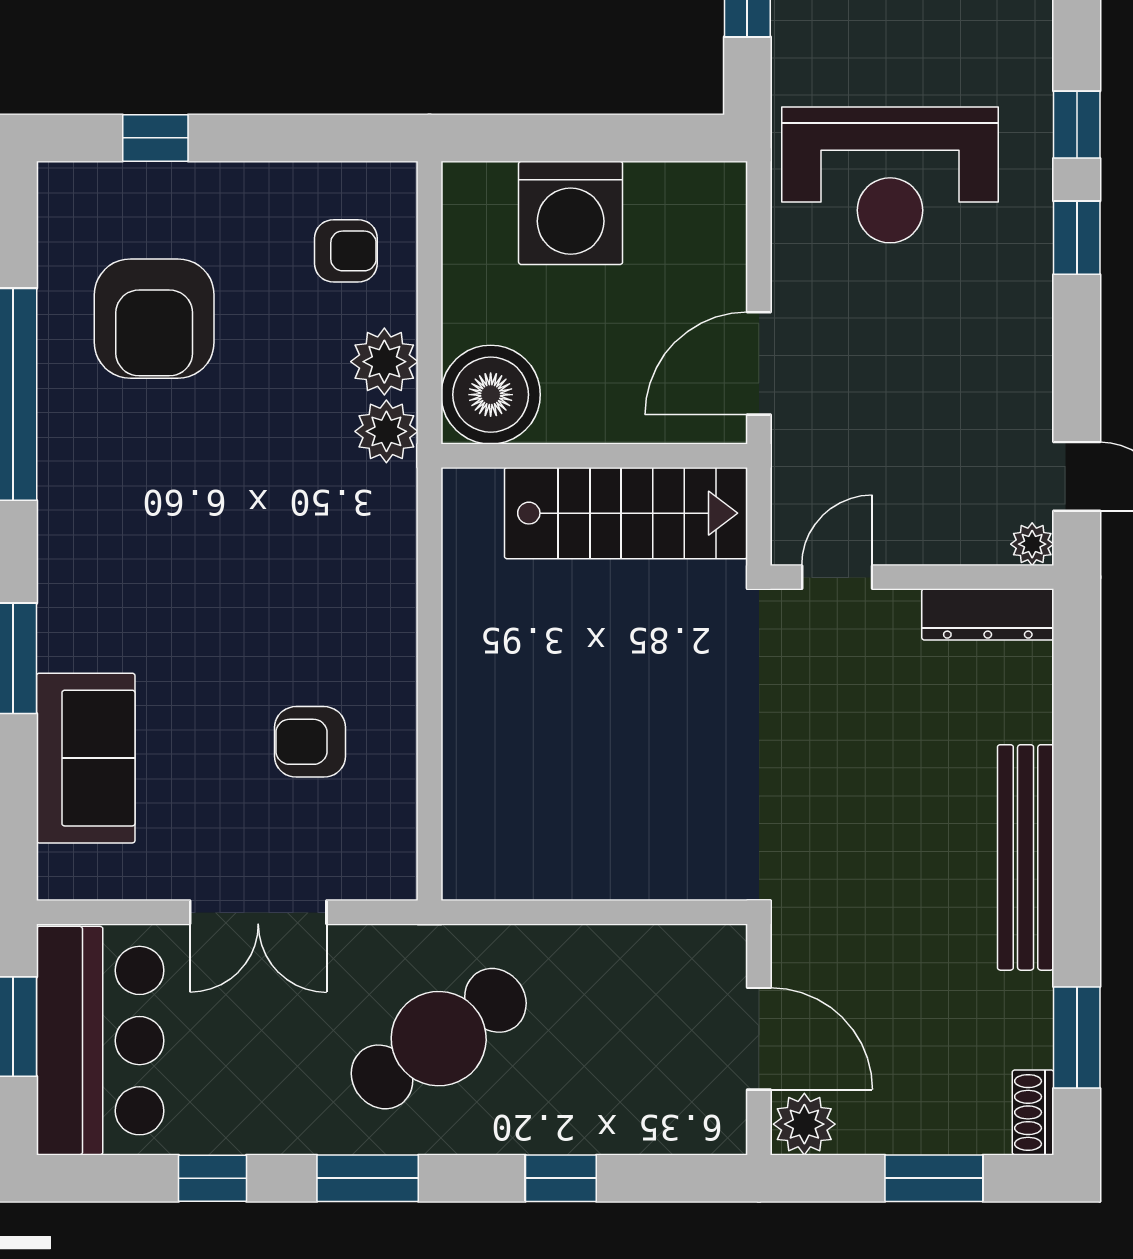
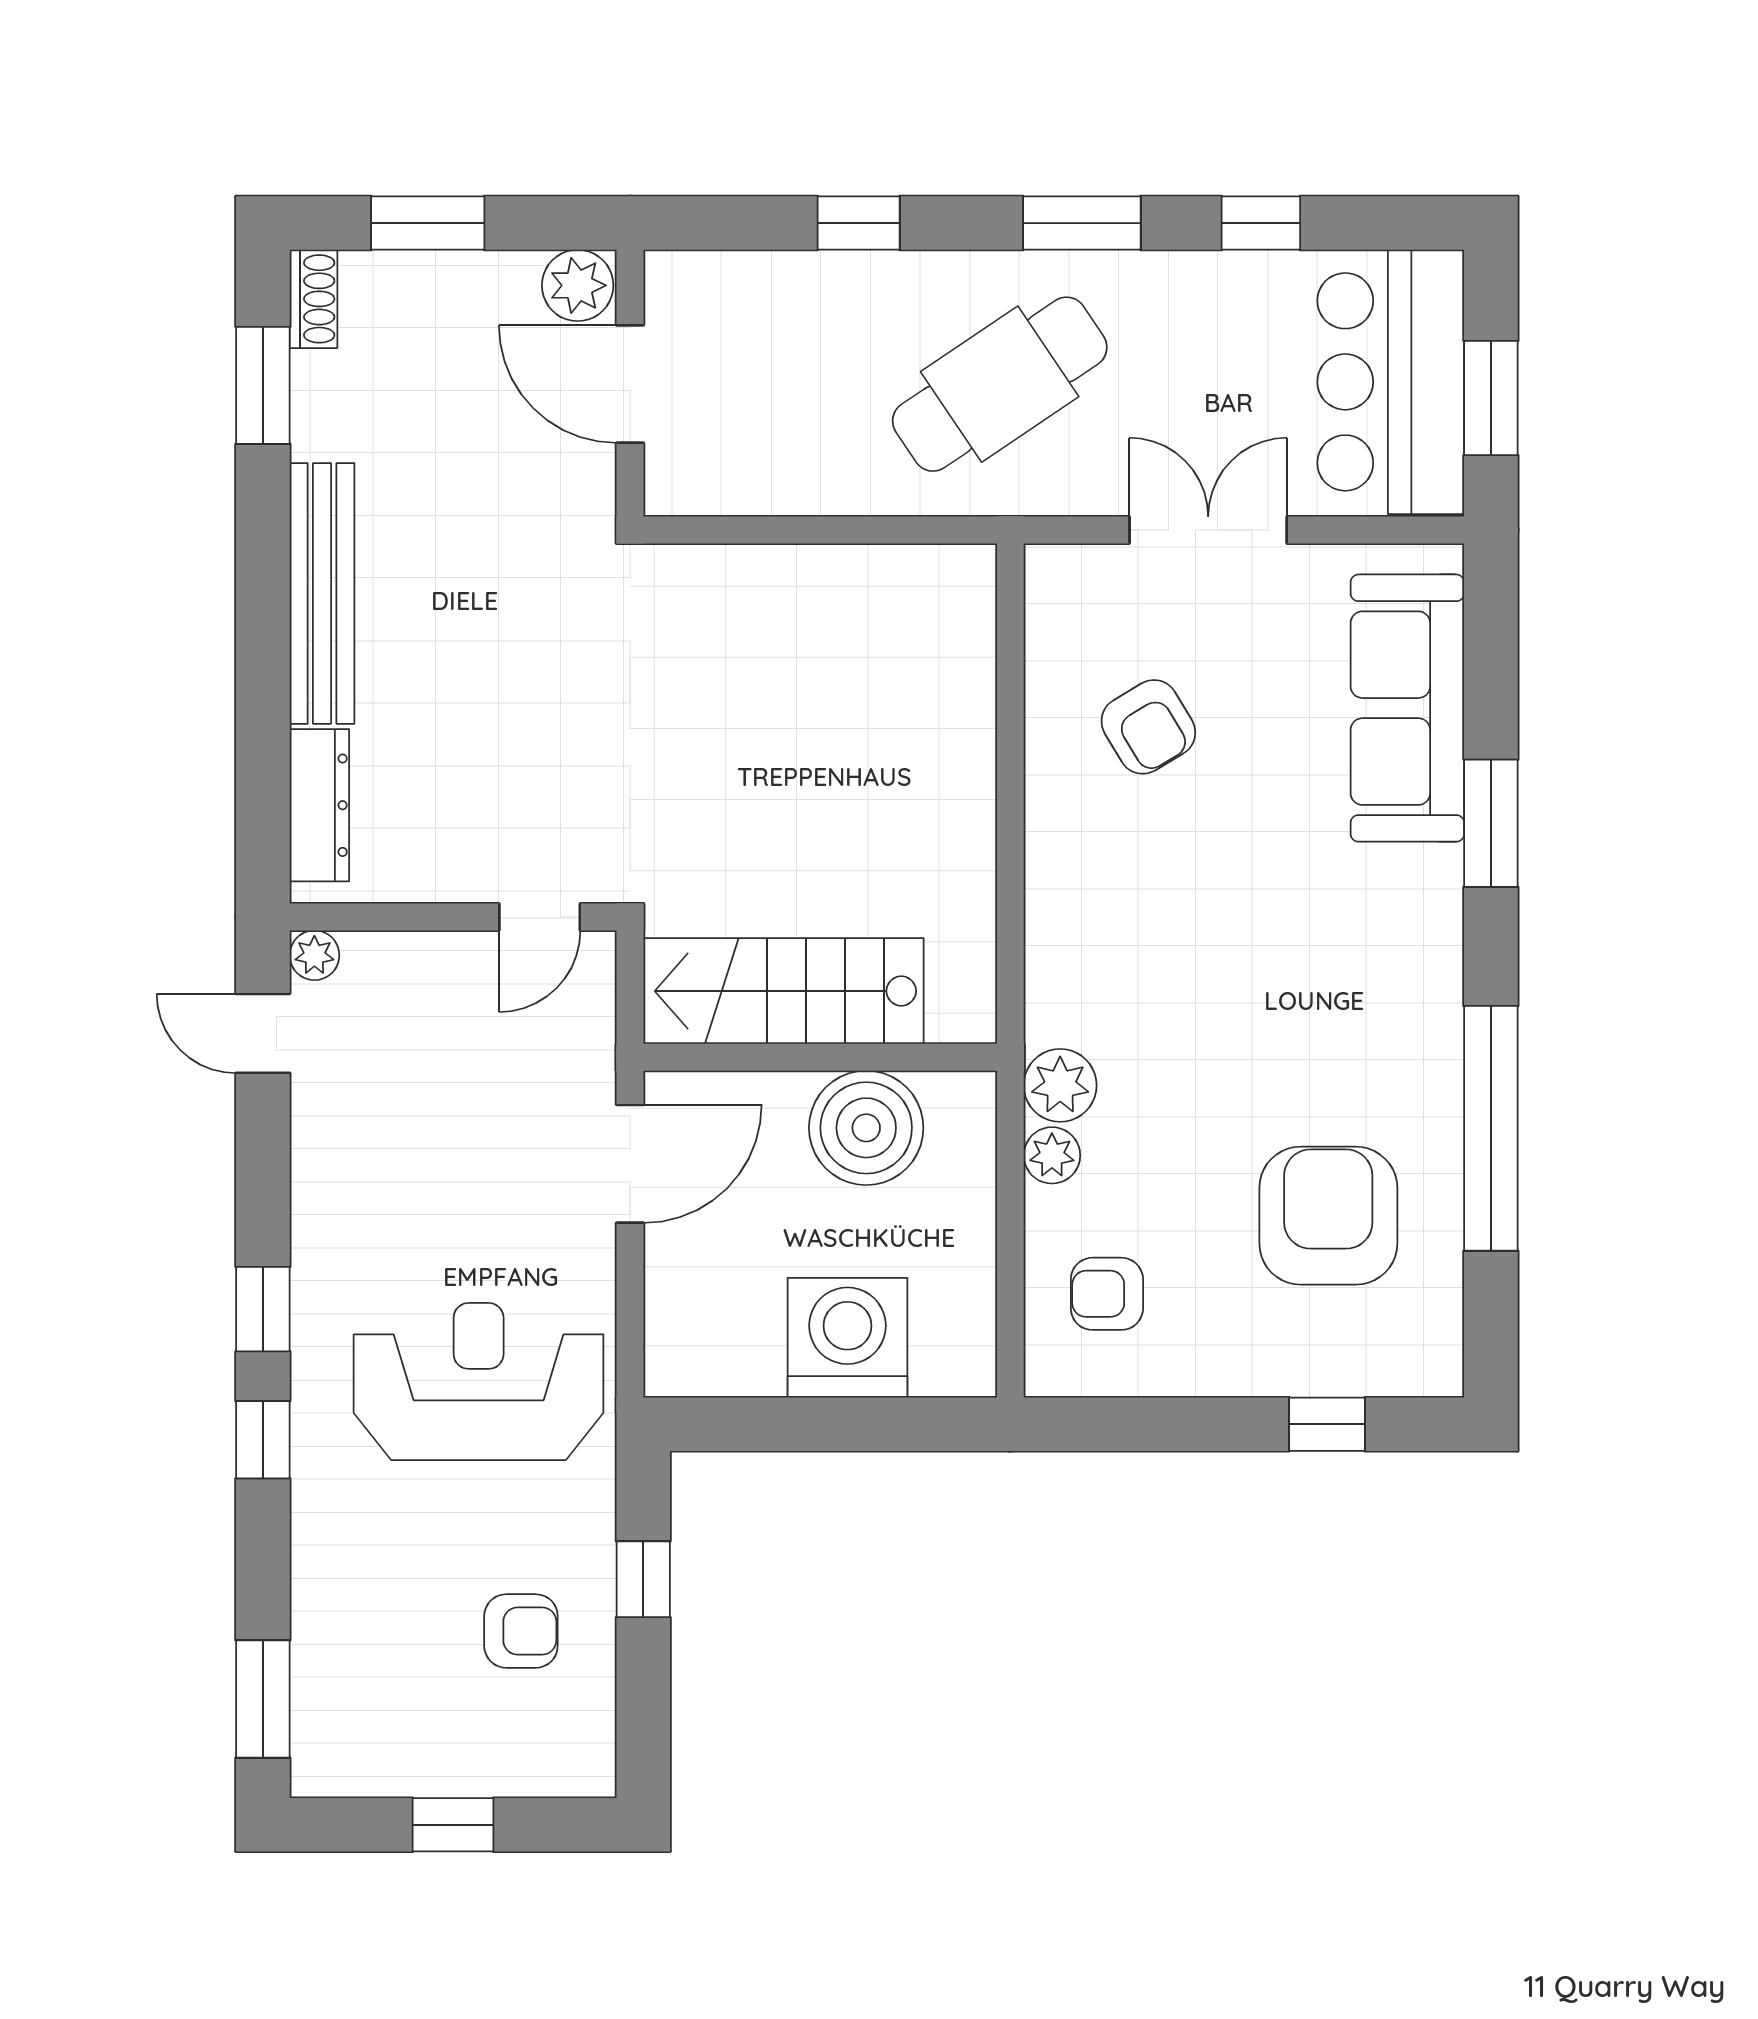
plant: (384, 362) -> (1052, 1155), width x0.73, depth x0.73
boiler: (491, 395) -> (866, 1128), moved
dresser: (988, 614) -> (319, 805), moved, turned 90
armchair: (310, 742) -> (1148, 727), turned 59
sofa: (86, 758) -> (1407, 708), width x1.36

